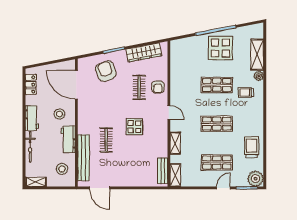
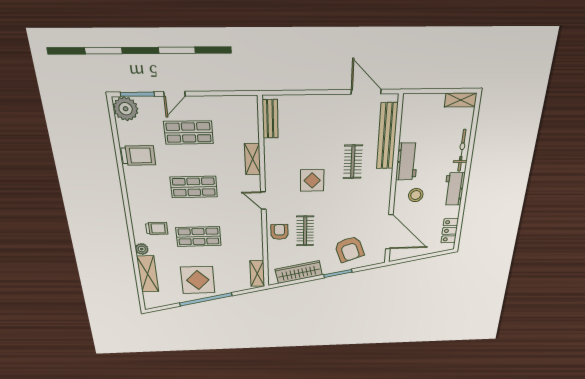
trolley: (252, 147) -> (138, 156), turned -90
stool: (62, 169) -> (420, 120), removed
shelving: (175, 175) -> (257, 273), moved

